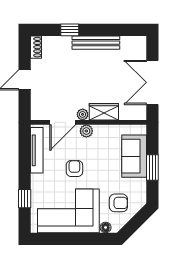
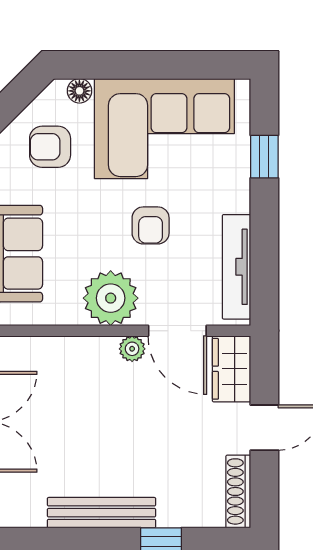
shoe rack: (36, 47) -> (238, 491), width x1.43
wardrobe: (104, 112) -> (231, 369), moved, turned 90
door: (63, 122) -> (177, 331), swing flipped
plant: (86, 131) -> (111, 298), width x1.87, depth x1.87

